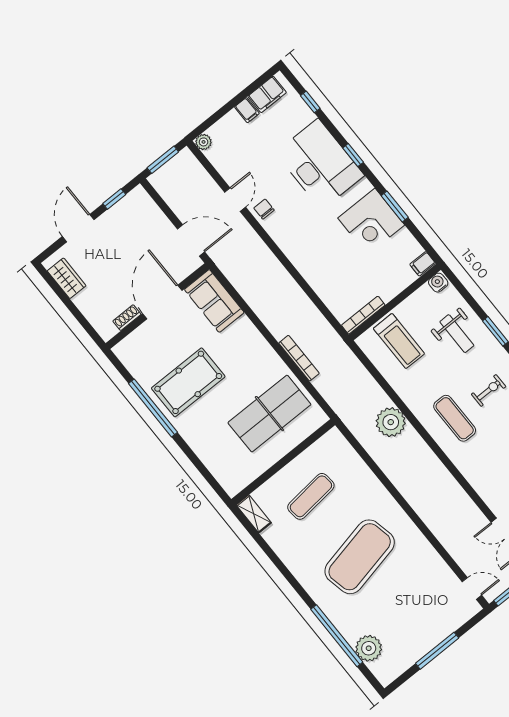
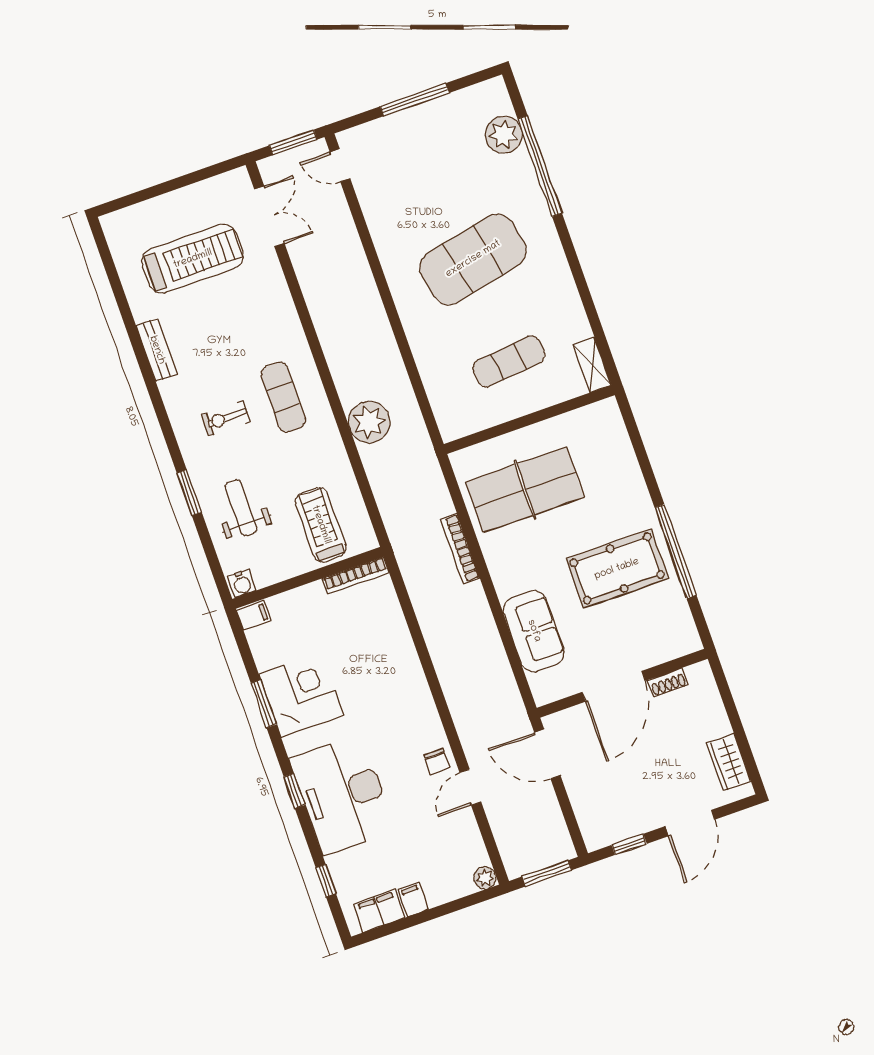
sofa: (214, 301) -> (534, 631), moved

